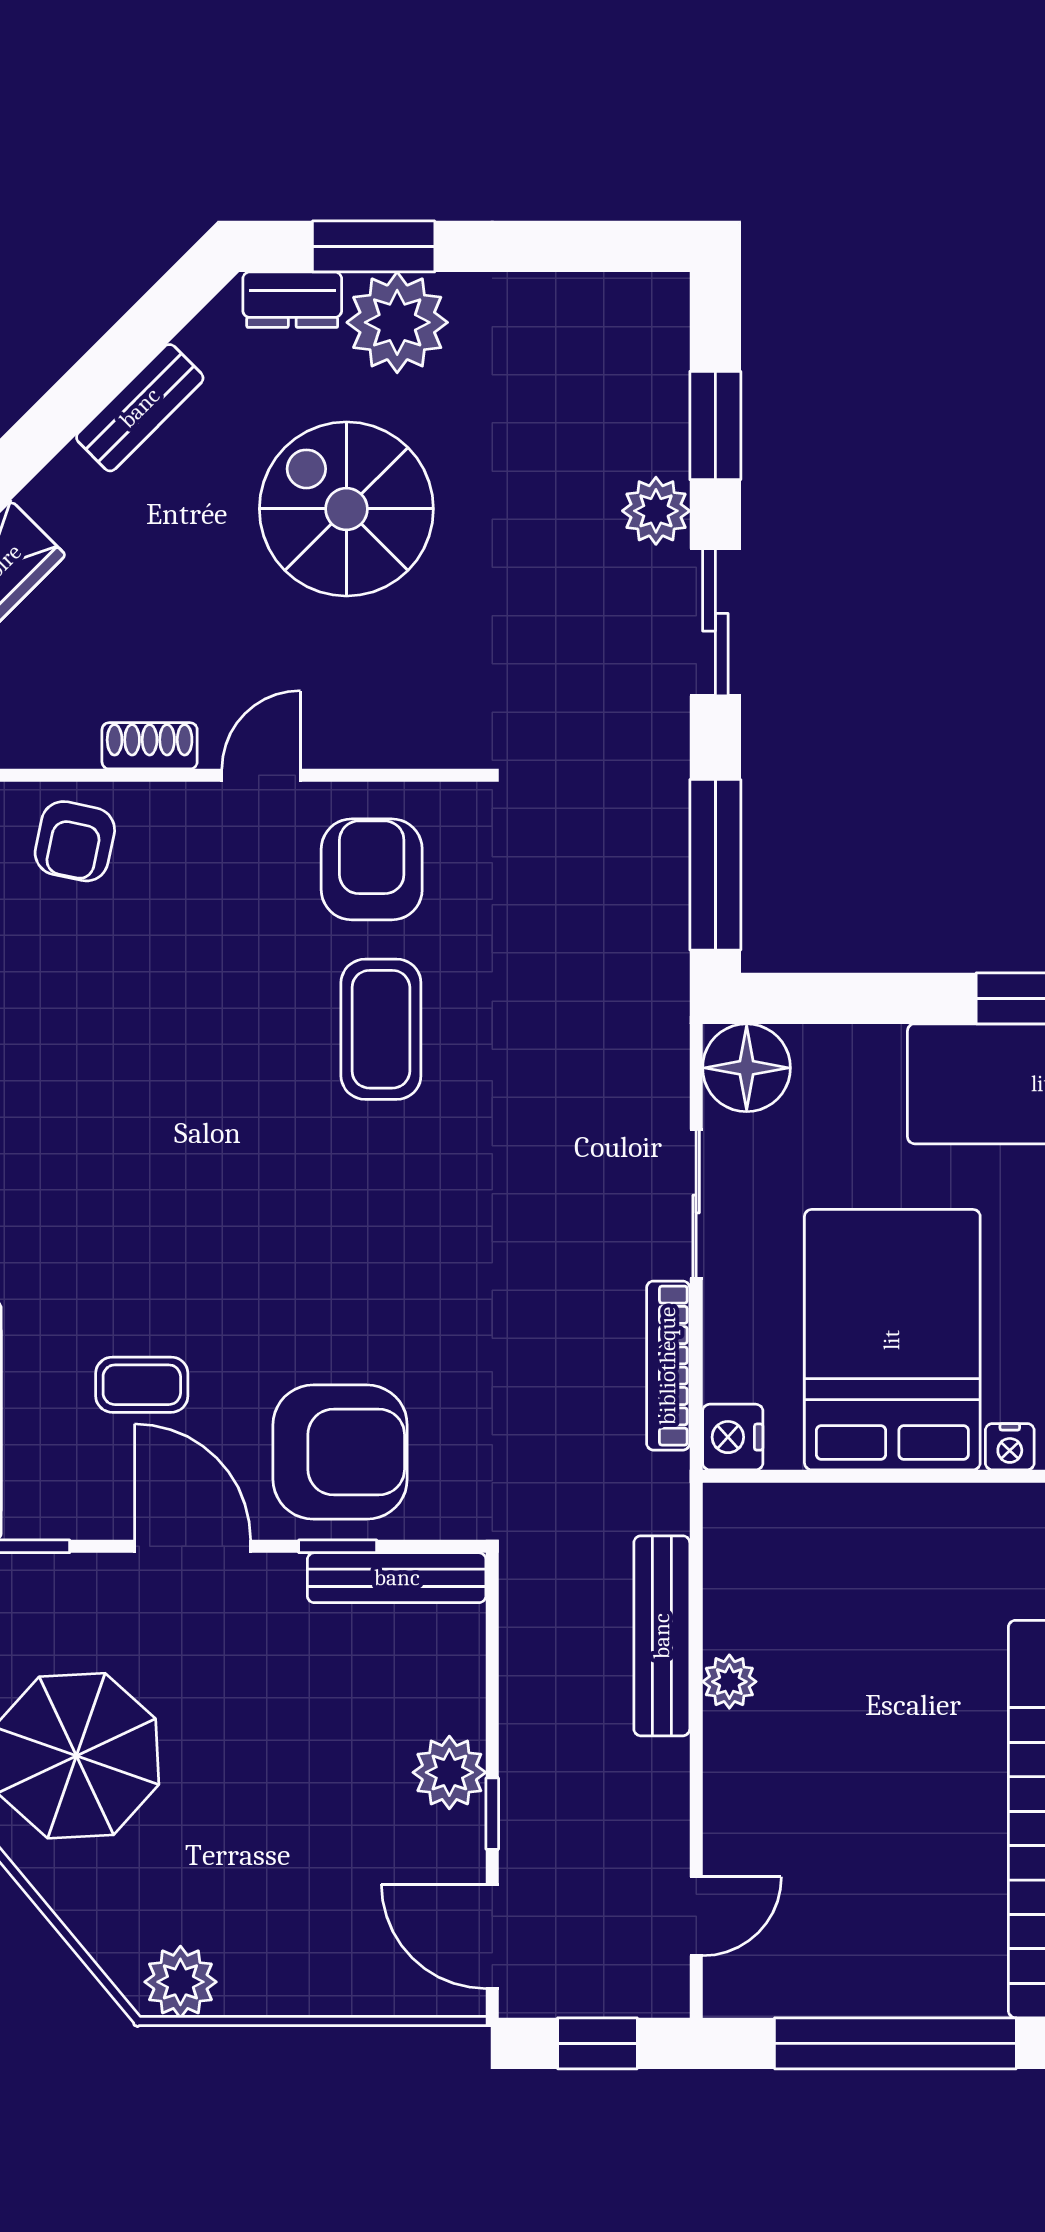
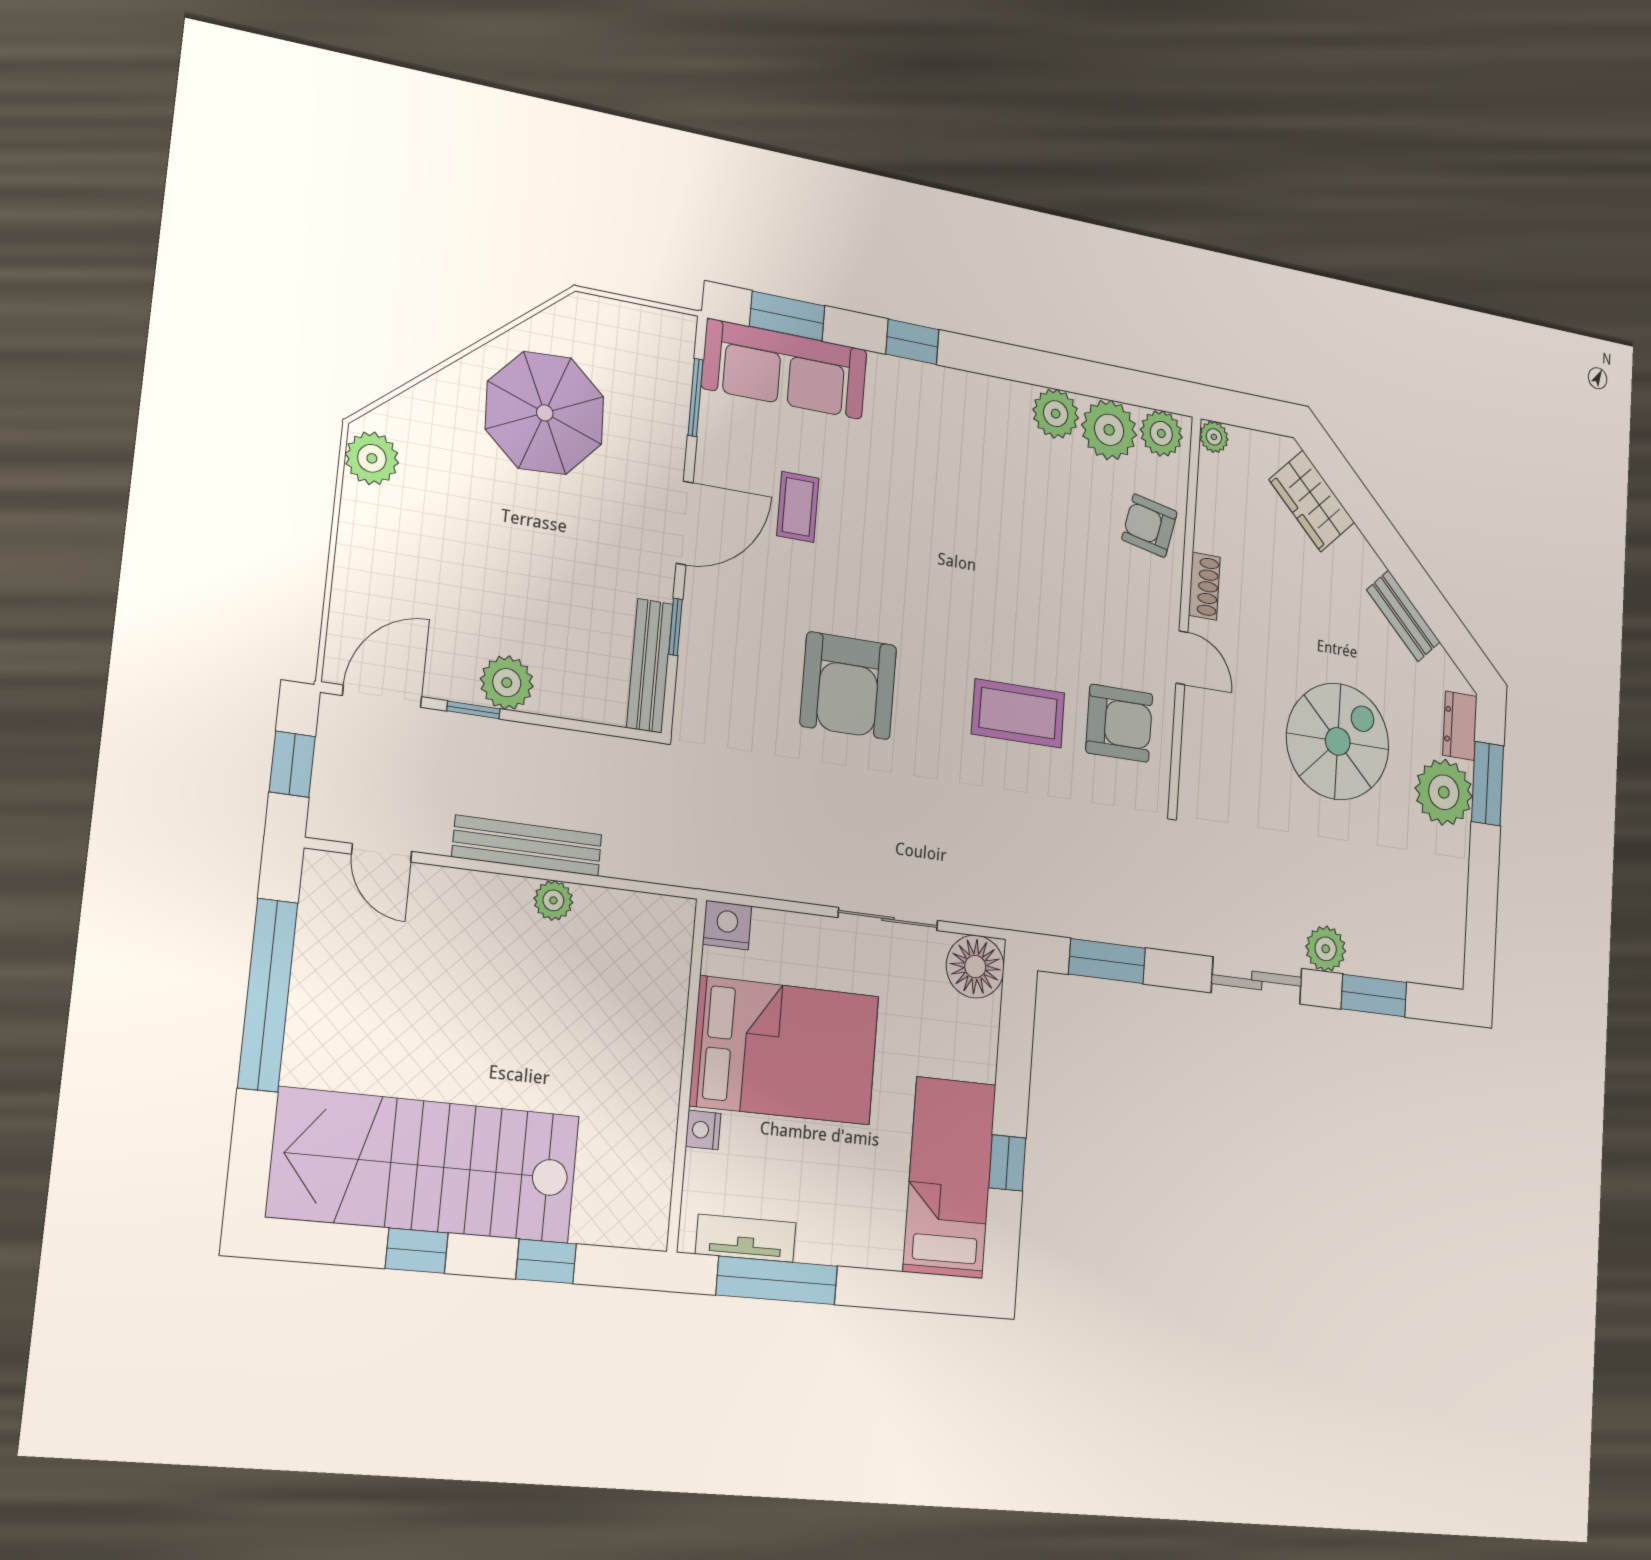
window: (715, 865) -> (1107, 961), width x0.69
bookcase: (668, 1366) -> (780, 884), removed
armchair: (340, 1452) -> (848, 686), moved
bench: (662, 1636) -> (527, 846), moved

